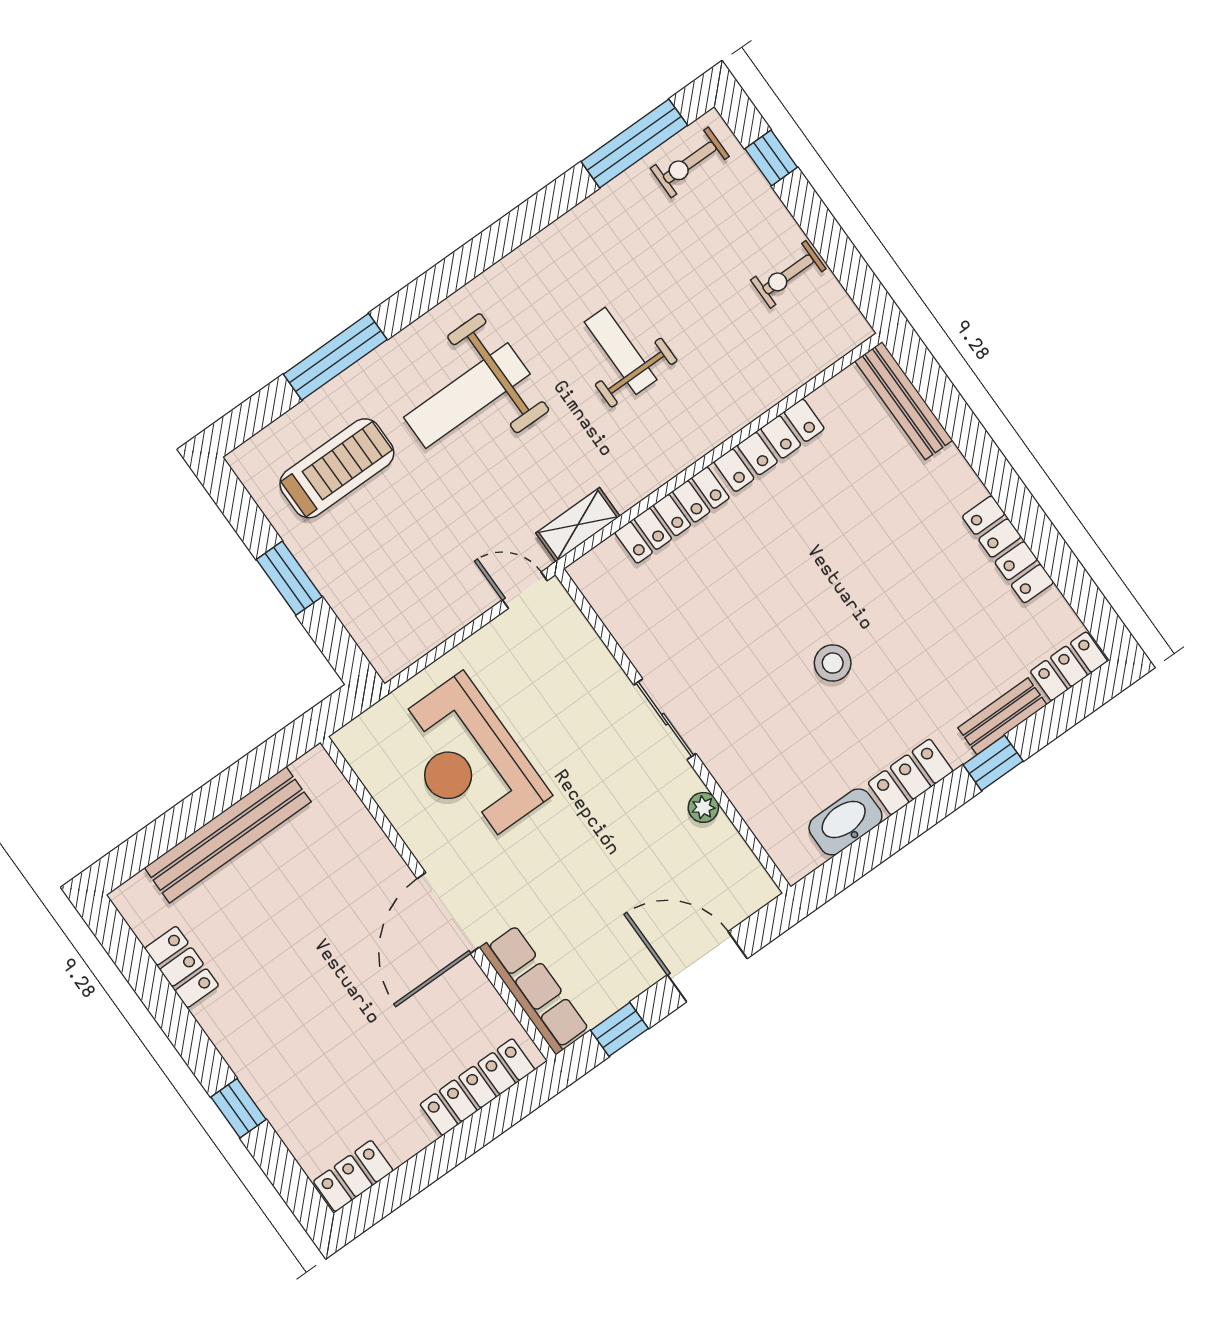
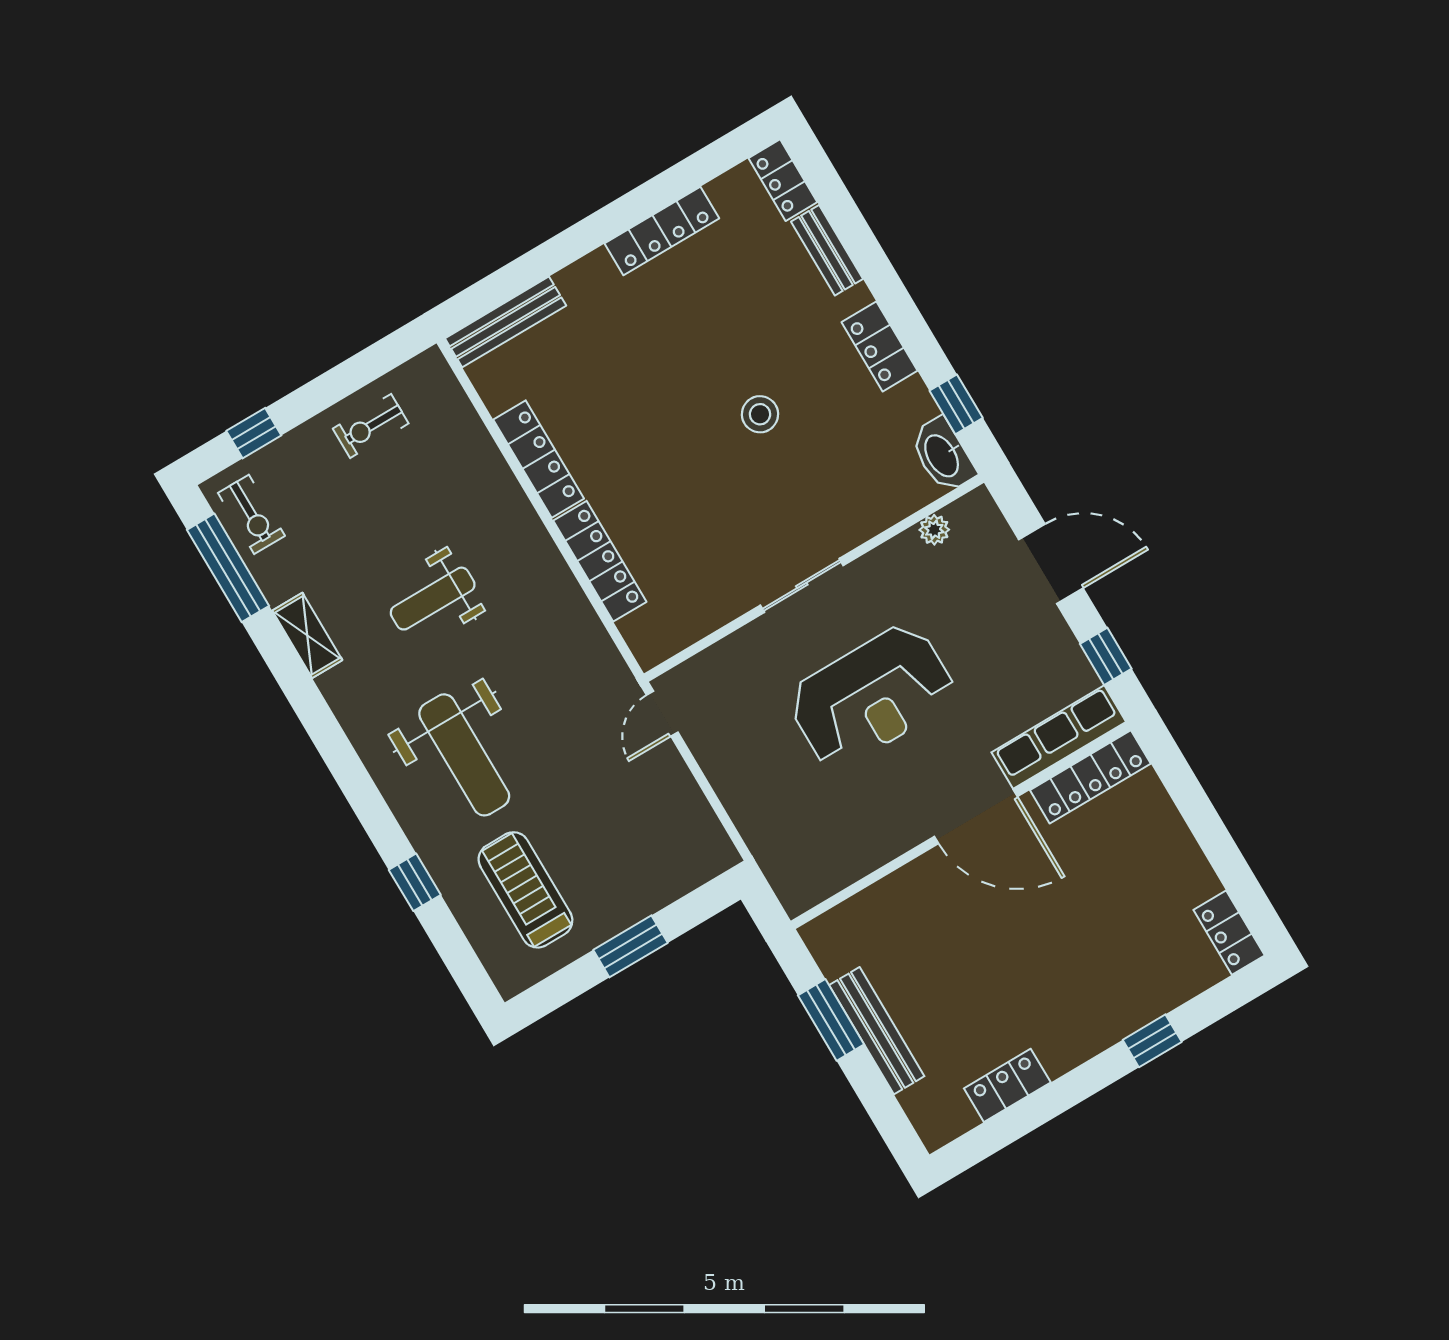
exercise bike: (788, 274) -> (371, 426), turned 90
window: (335, 357) -> (415, 882), width x0.46
shelving: (578, 525) -> (307, 635), moved
reception desk: (469, 761) -> (872, 696), moved
window: (993, 763) -> (956, 404), moved
window: (232, 785) -> (831, 1020), added
plant: (703, 807) -> (934, 530), moved
washbasin: (845, 822) -> (943, 455), moved
bench: (228, 835) -> (877, 1031), width x0.73, depth x0.82
door: (707, 967) -> (1051, 564), swing flipped
locker: (477, 1087) -> (1090, 777), moved, turned -90

